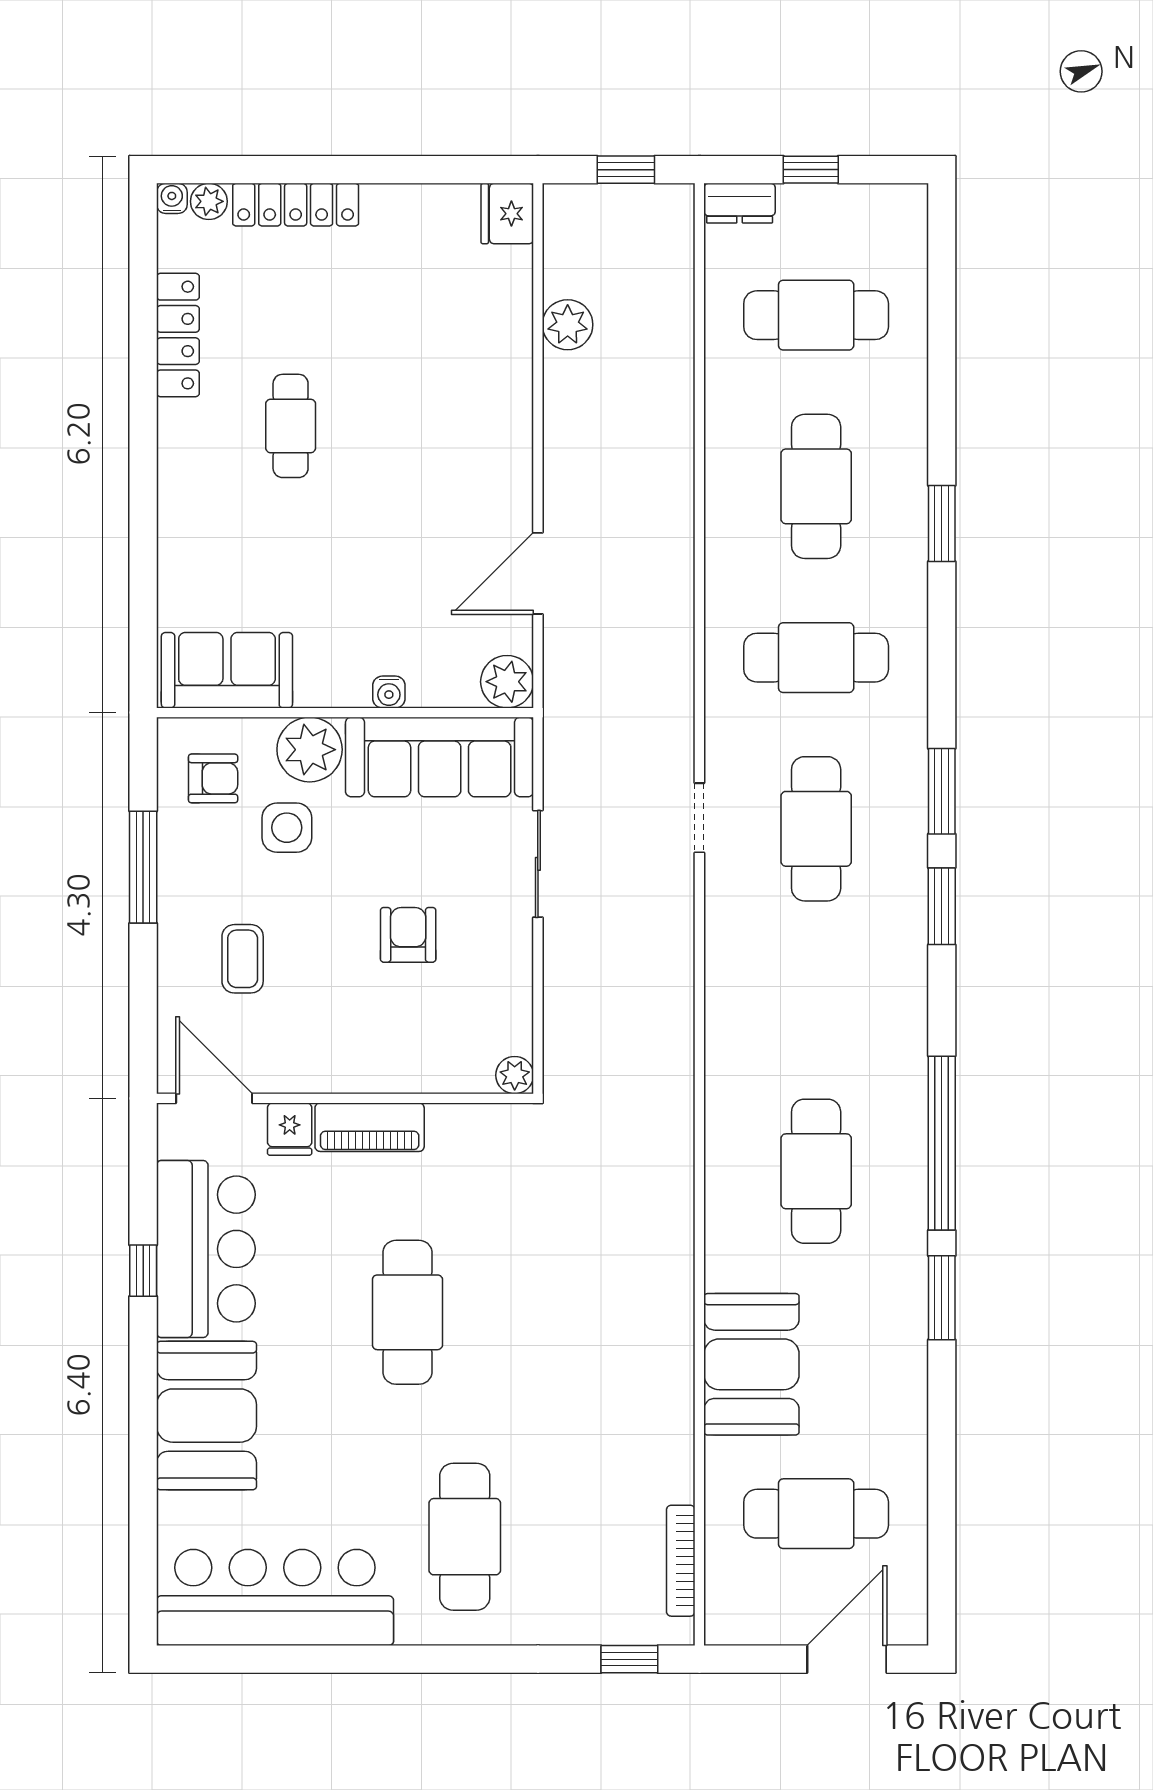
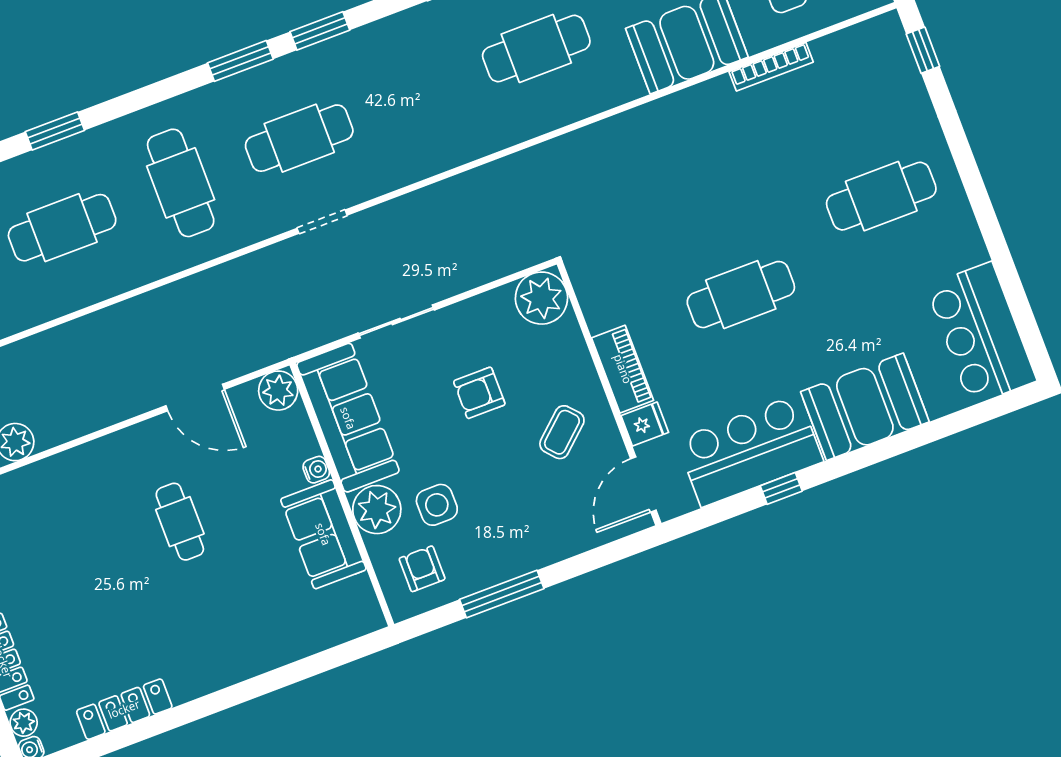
cafe table: (291, 426) -> (180, 522), moved, turned 90
sofa: (227, 670) -> (323, 534), moved
coffee table: (243, 959) -> (562, 432), moved, turned -42
plant: (515, 1075) -> (541, 298), width x1.88, depth x1.88
bookcase: (681, 1561) -> (771, 67), moved
bar counter: (275, 1597) -> (981, 334), width x0.73

